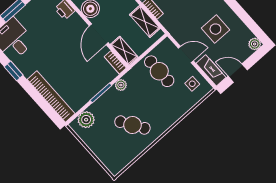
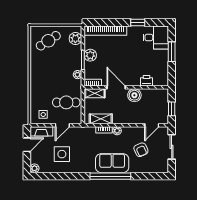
plant: (90, 90) -> (90, 55), added
cafe table: (132, 125) -> (48, 41), moved

